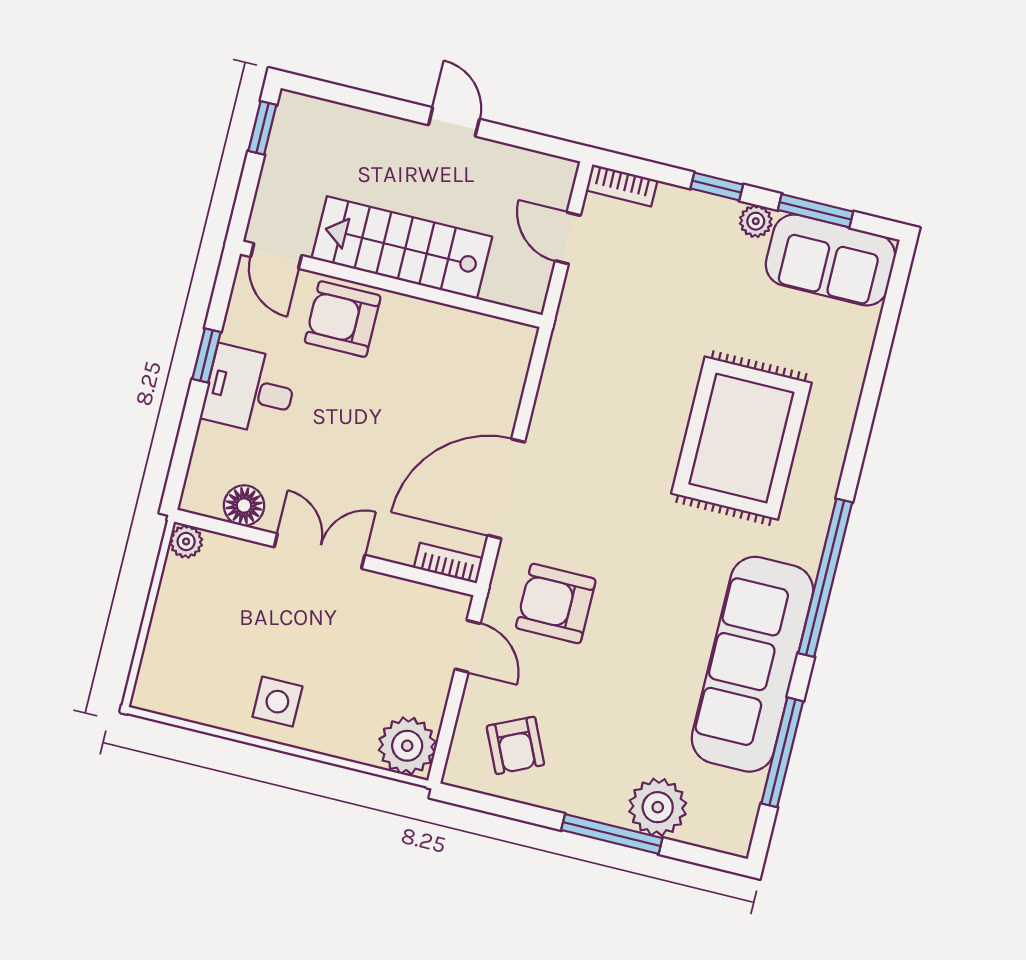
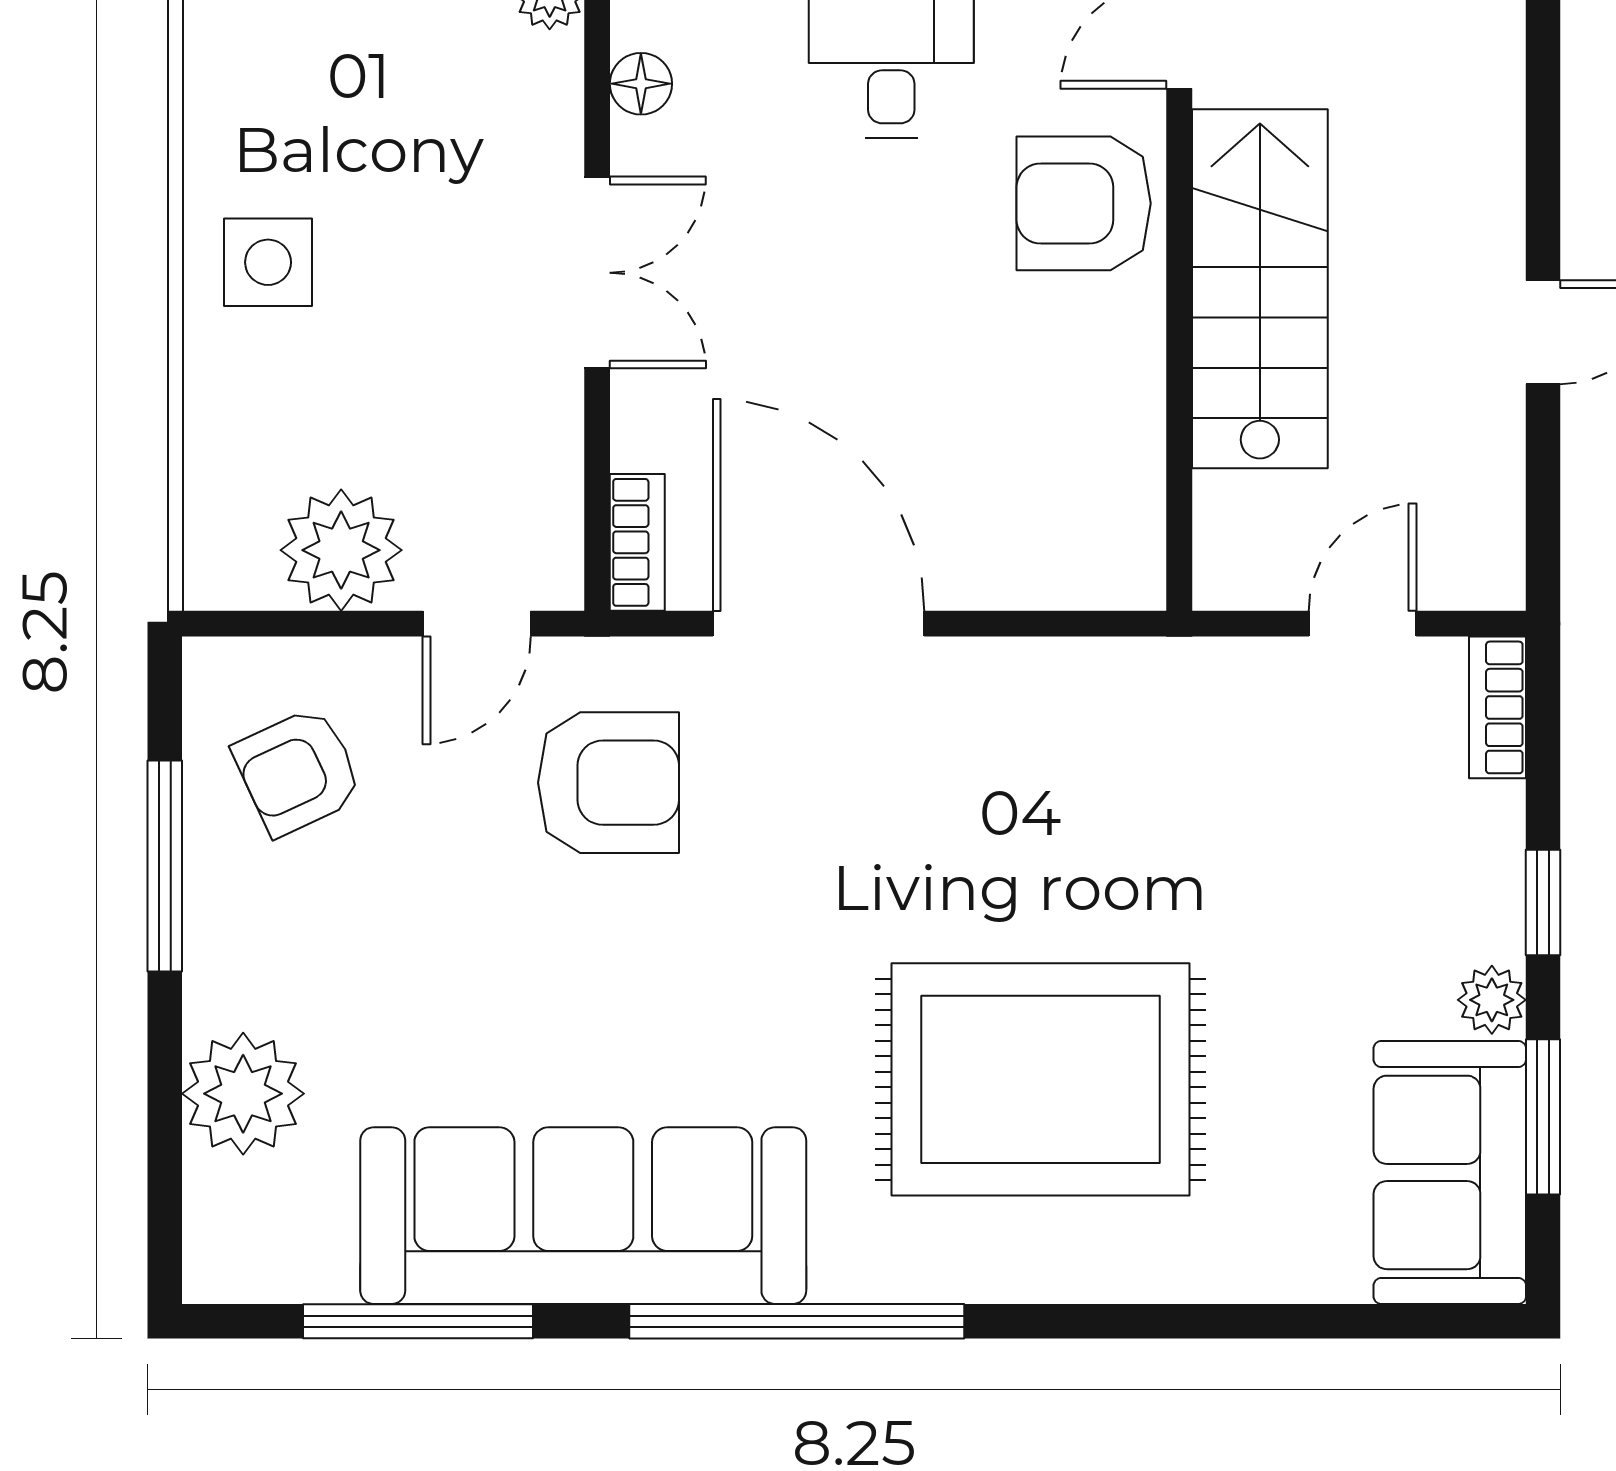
armchair: (343, 319) -> (1084, 203), turned -90
floor lamp: (244, 506) -> (641, 84), width x0.73, depth x0.73
armchair: (556, 604) -> (609, 783), turned 90
plant: (407, 746) -> (341, 550), moved
window: (612, 834) -> (165, 866), moved

